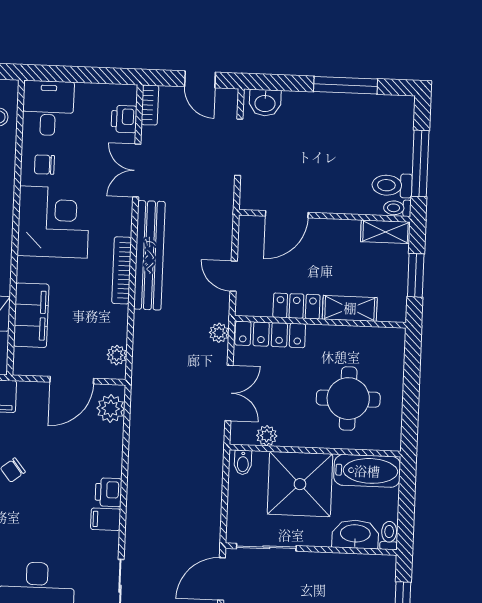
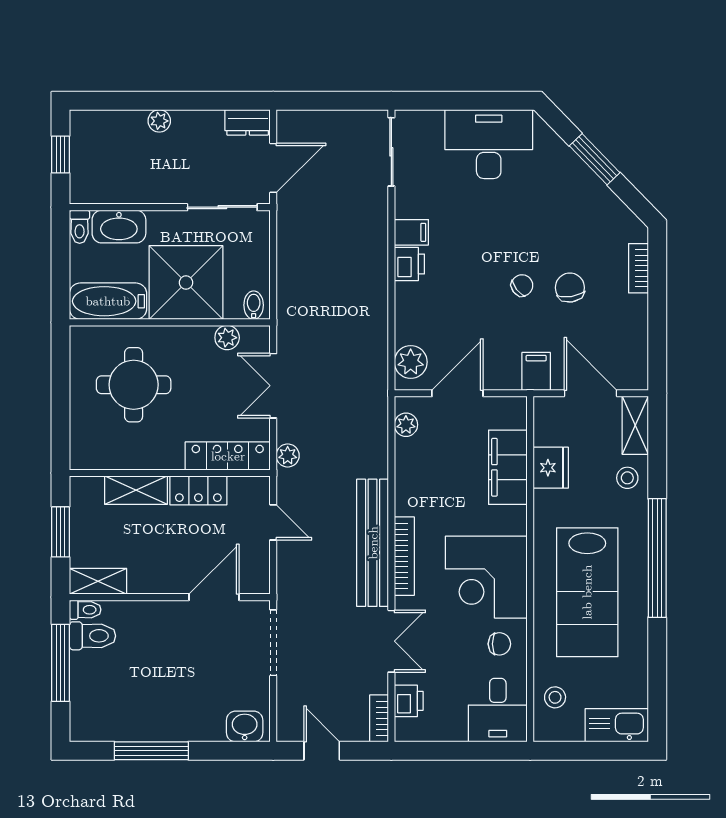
doorway: (239, 147) -> (273, 643), moved
bookcase: (122, 270) -> (404, 556), moved

